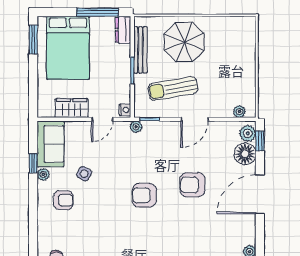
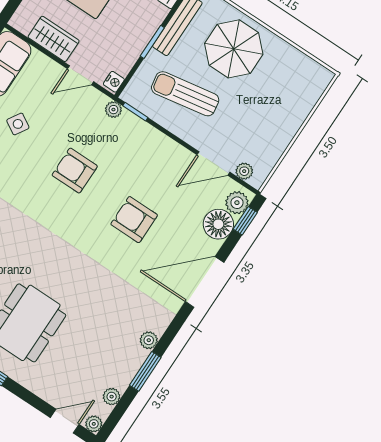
door: (195, 119) -> (213, 163), moved
armchair: (144, 195) -> (75, 171), moved

